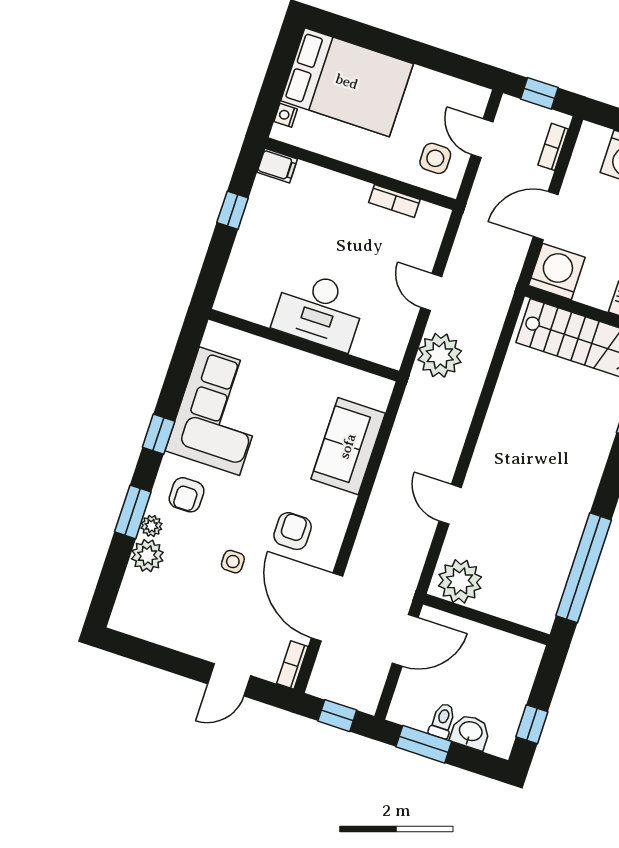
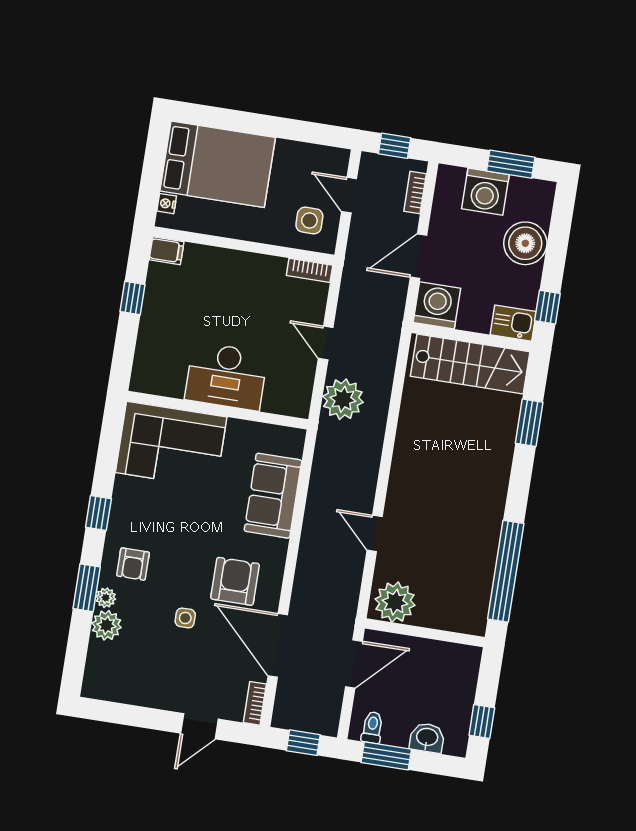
bookcase: (394, 201) -> (310, 270), moved
corner sofa: (219, 411) -> (171, 445), moved, turned 90
armchair: (293, 531) -> (235, 581), width x1.38, depth x1.38
toilet: (442, 721) -> (372, 727), moved

